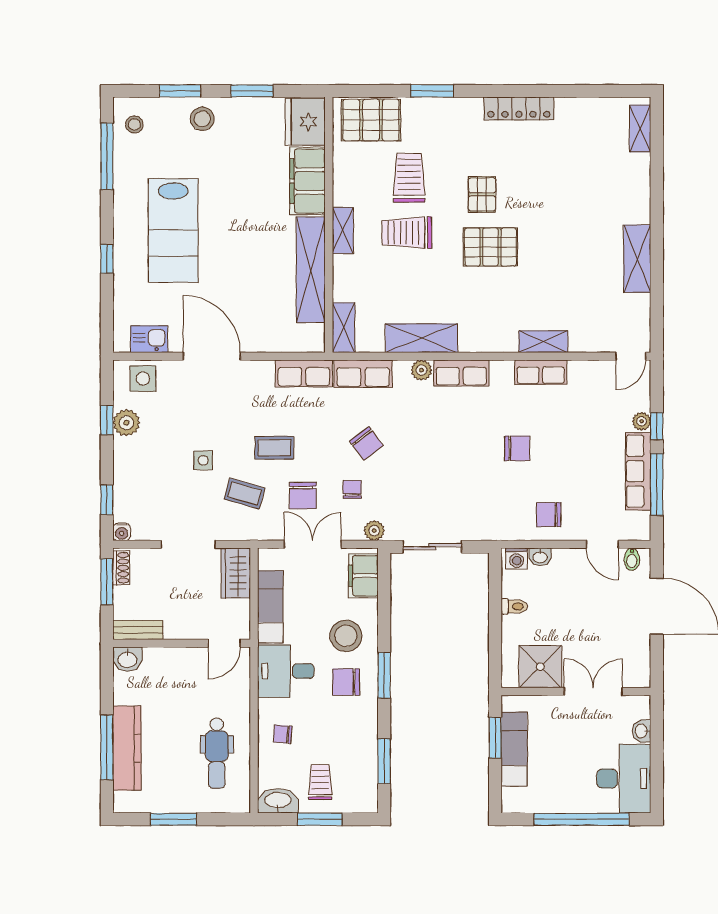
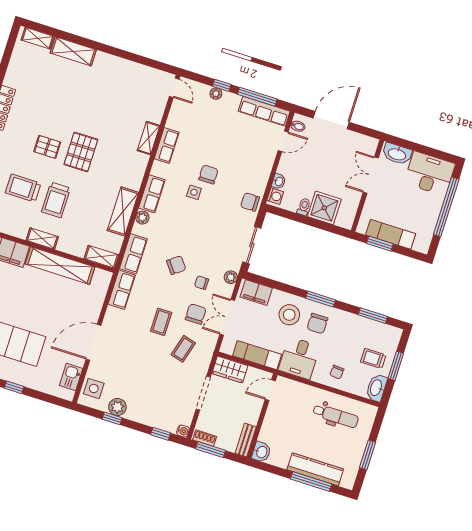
shelving: (637, 259) -> (73, 51), moved
side table: (203, 460) -> (194, 192), moved
row of seats: (638, 471) -> (264, 111), moved
chair: (303, 496) -> (196, 314), turned -90
chair: (549, 515) -> (250, 202), moved, turned 90
door: (224, 643) -> (270, 390), swing flipped
shower: (540, 667) -> (324, 208), moved
washbasin: (642, 731) -> (397, 154), width x1.91, depth x1.45

